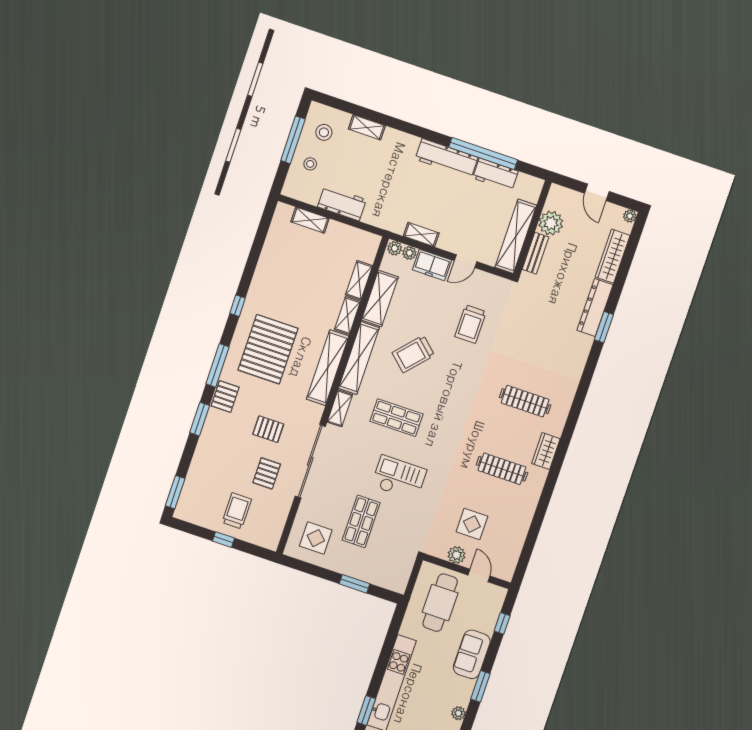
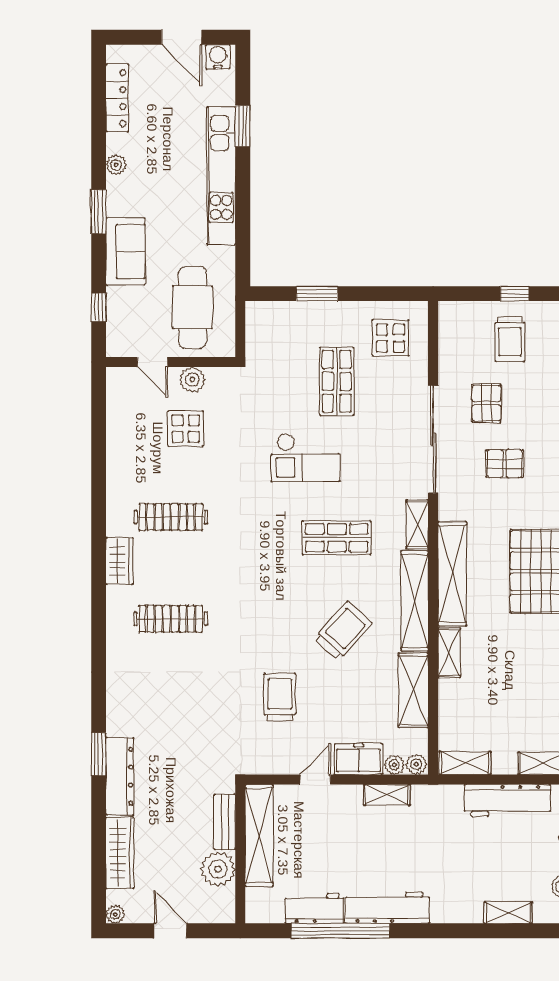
workbench: (342, 203) -> (507, 800), width x1.38
shelving: (359, 280) -> (465, 763), moved, turned 90

